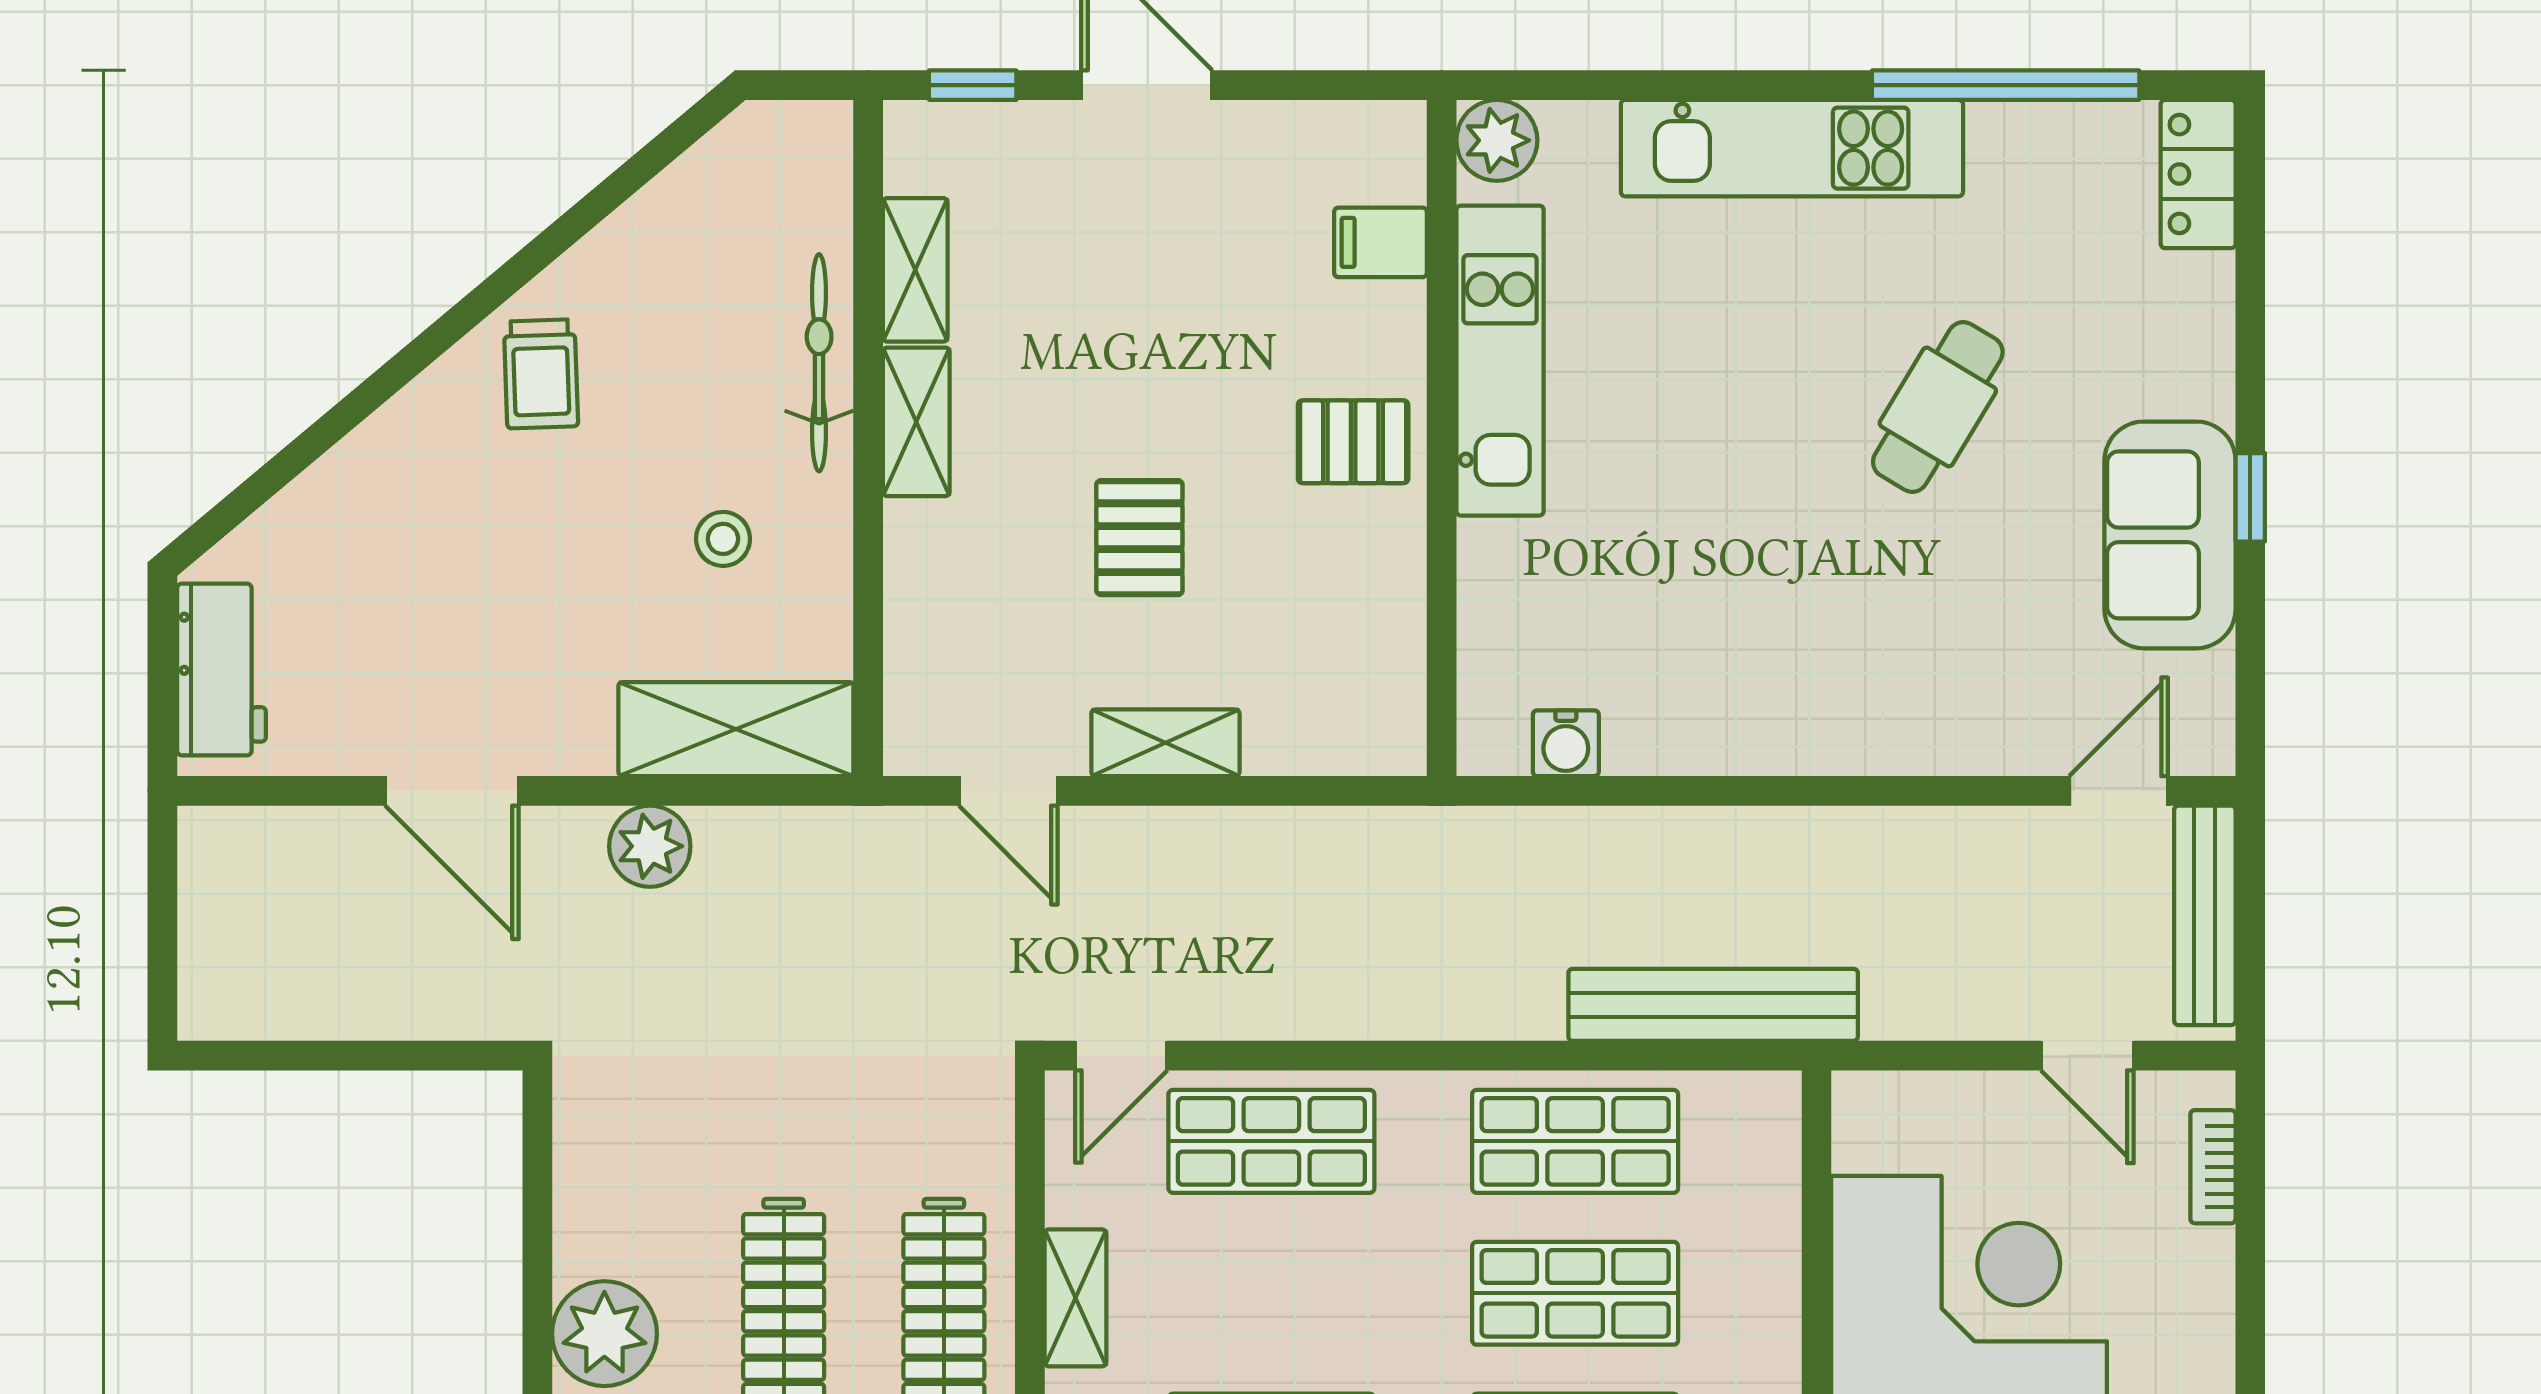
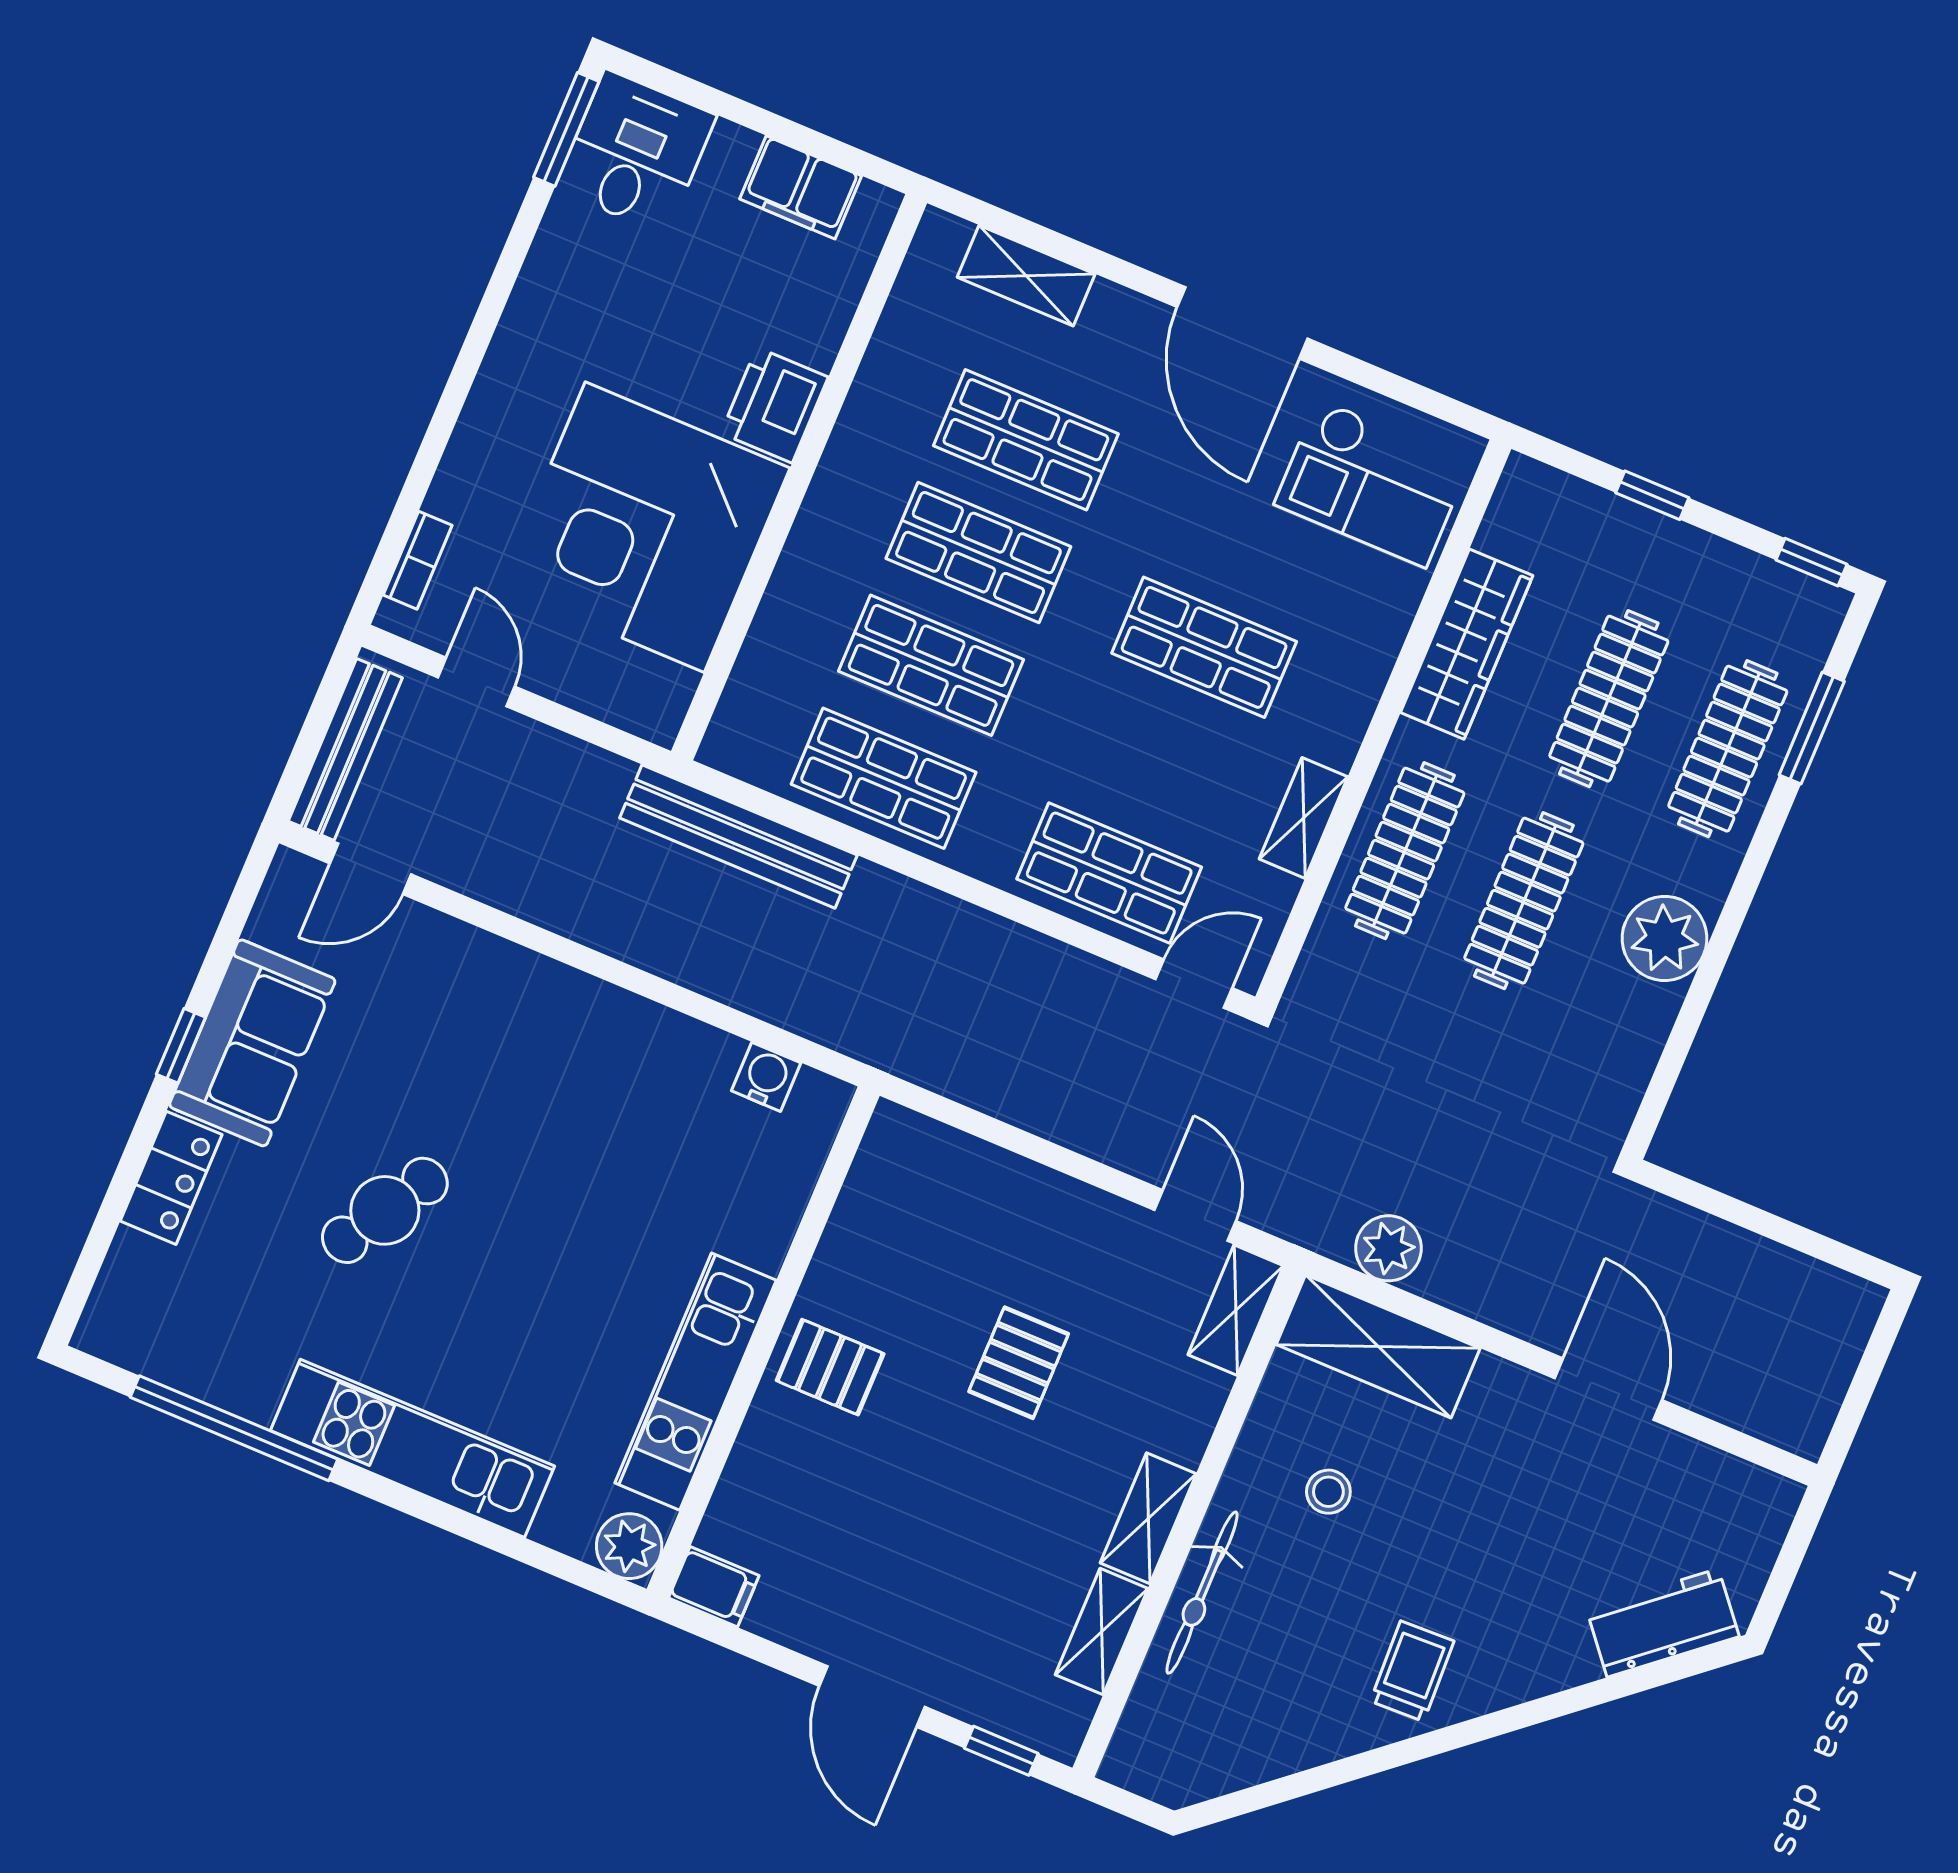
locker: (2198, 174) -> (171, 1178), moved
filing cabinet: (1381, 242) -> (714, 1587), moved
workbench: (221, 669) -> (1663, 1623), moved, turned 50
shelving: (1165, 743) -> (1236, 1310), moved, turned 90
plant: (650, 846) -> (1388, 1248), moved

